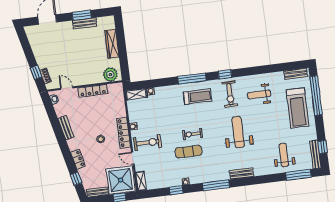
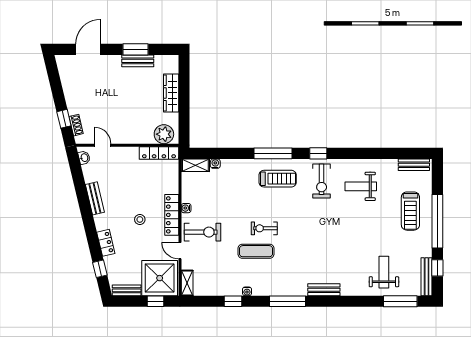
locker: (93, 91) -> (159, 153), moved
window: (316, 96) -> (437, 221), moved
treadmill: (298, 108) -> (410, 211), width x0.73, depth x0.73
weight bench: (238, 132) -> (326, 234), removed

